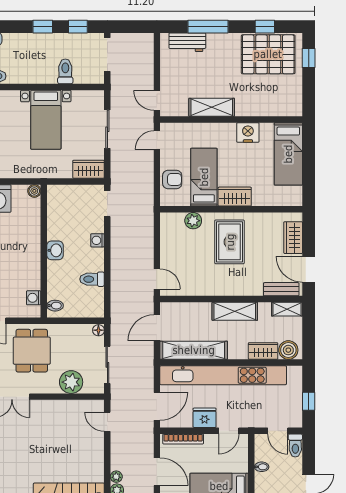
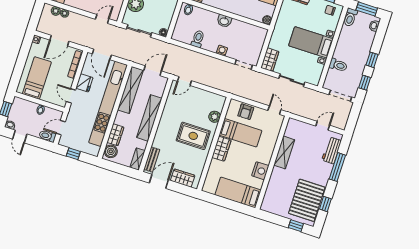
door: (157, 100) -> (323, 126), moved
shelving: (235, 311) -> (149, 118), width x1.47
door: (157, 328) -> (153, 71), hinge flipped

